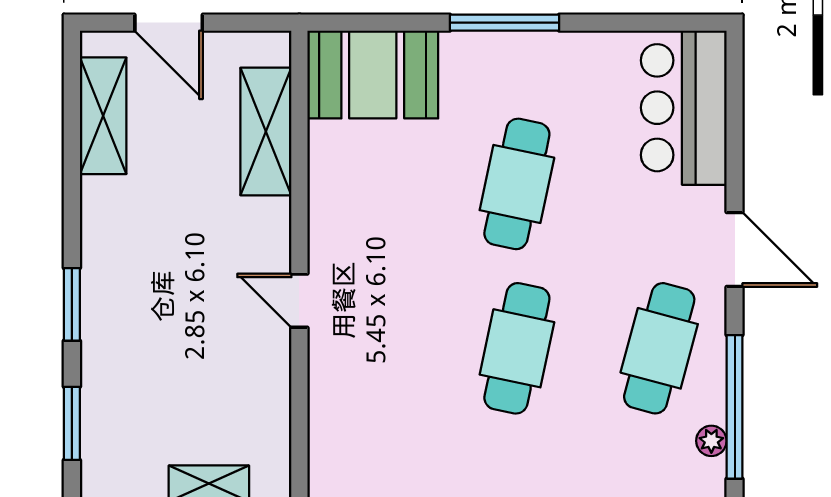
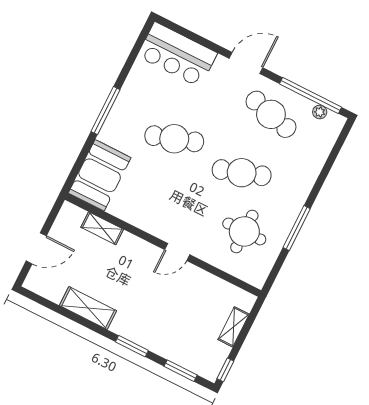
shelving: (103, 116) -> (88, 308), moved
shelving: (266, 132) -> (102, 228), width x0.67, depth x0.75
cafe table: (517, 184) -> (174, 139), turned -30
cafe table: (517, 348) -> (242, 173), turned -30
round table: (405, 411) -> (244, 231), added

